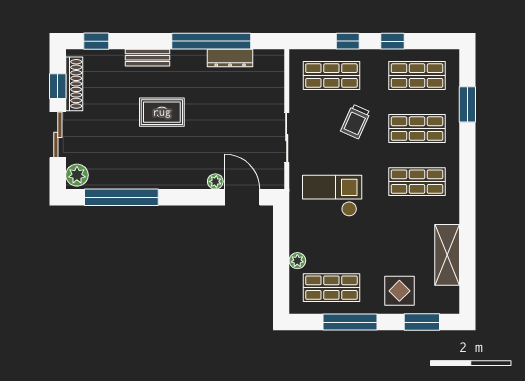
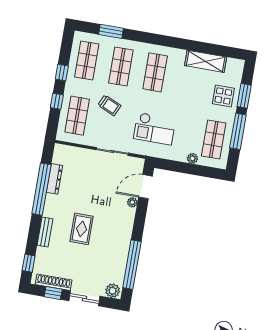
checkout: (332, 196) -> (155, 129), turned -90
window: (422, 322) -> (244, 96), moved

